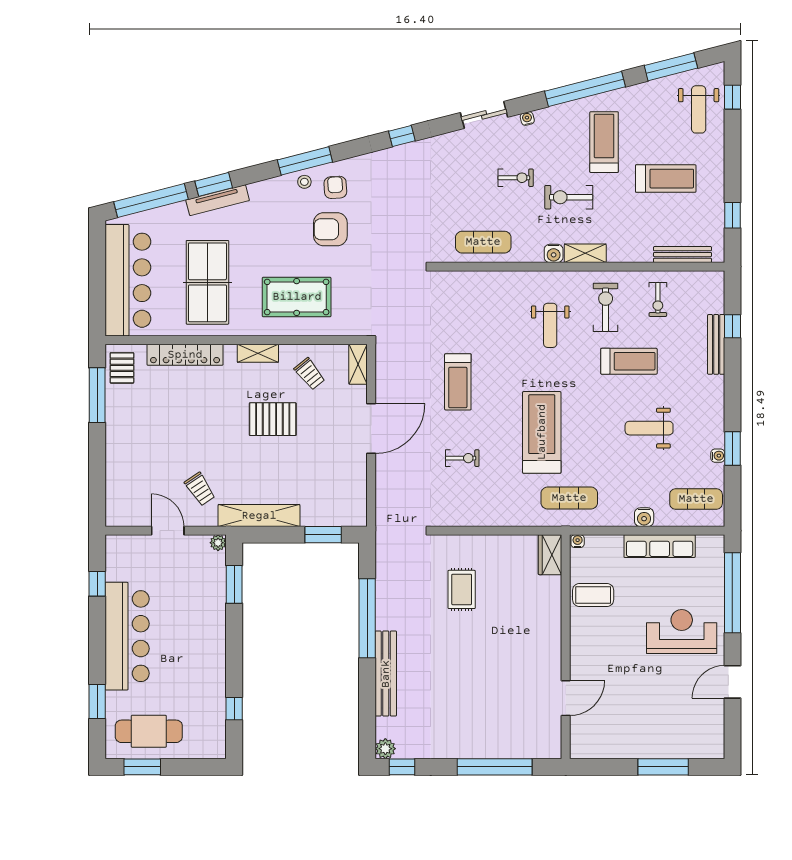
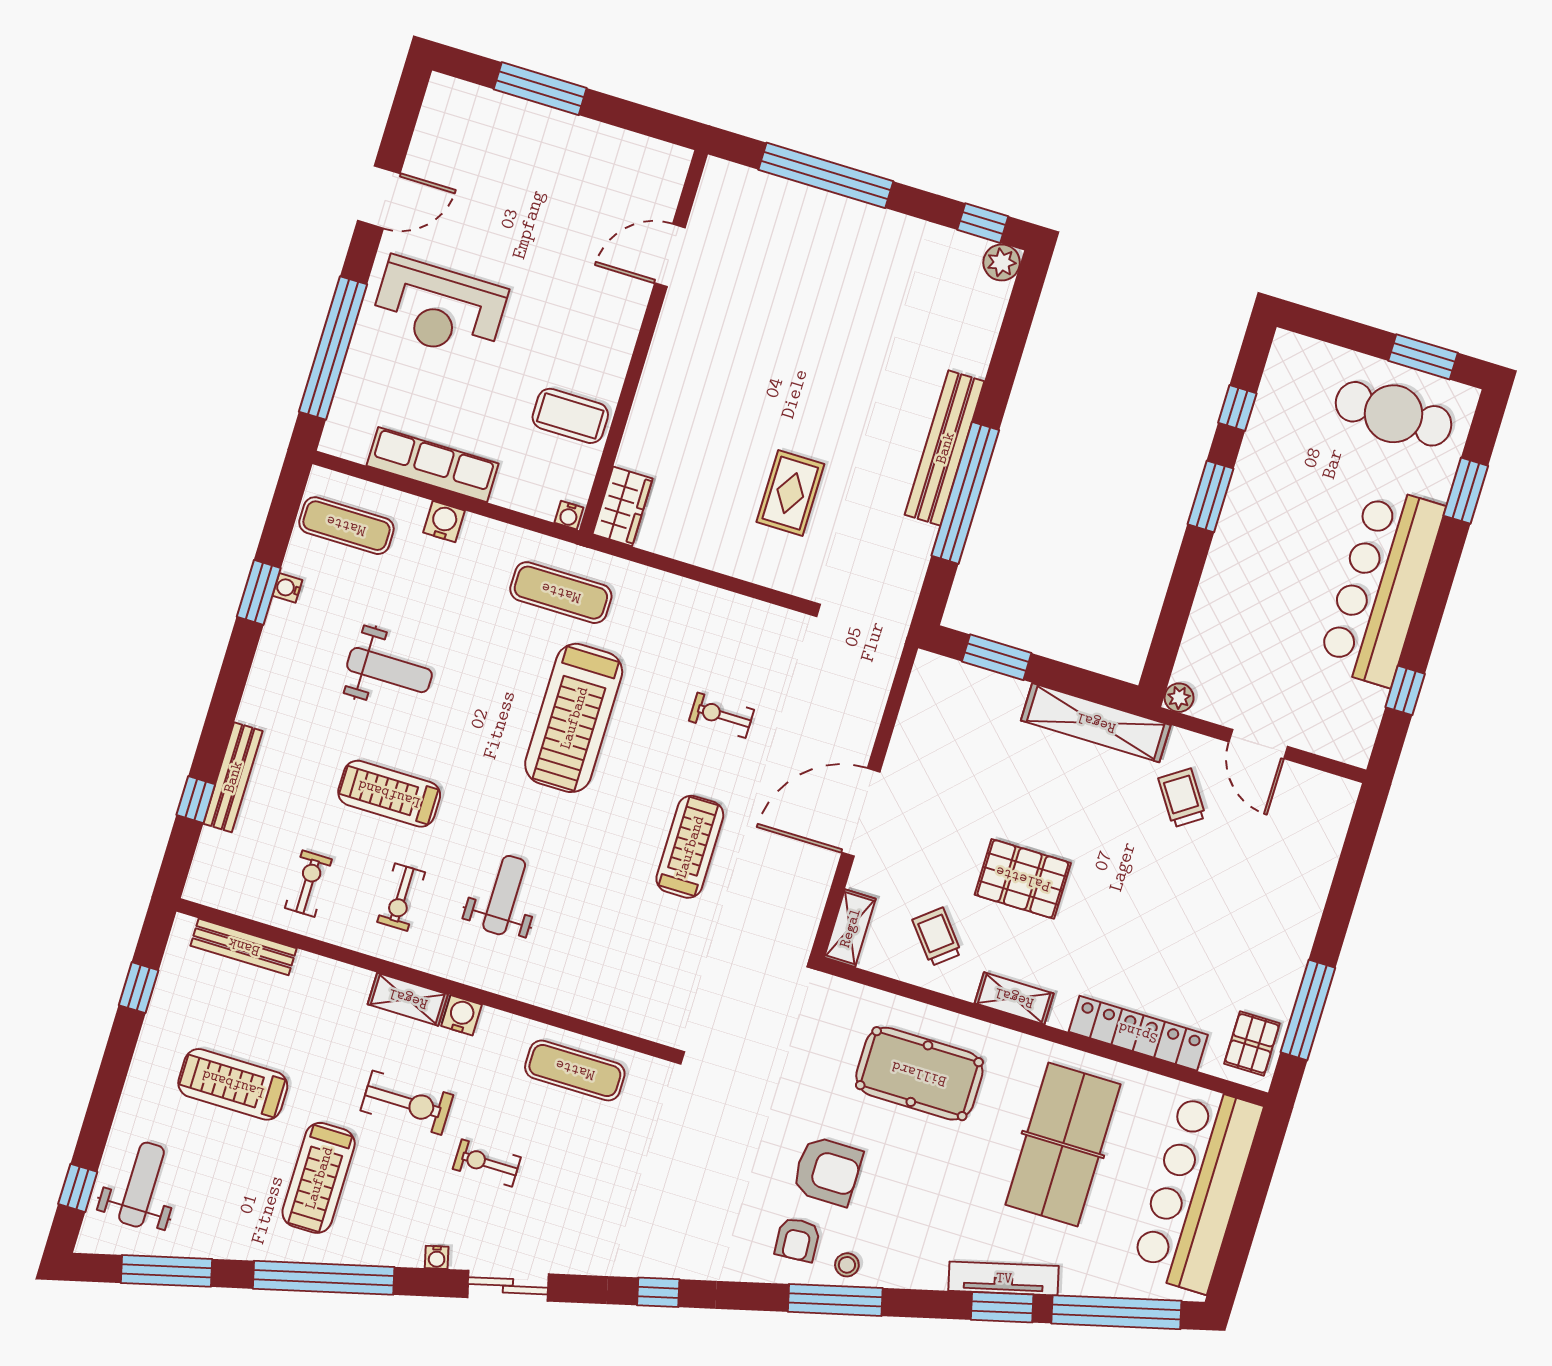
exercise bike: (606, 307) -> (401, 897), width x0.73, depth x0.72
window: (234, 584) -> (1210, 496), moved
bench: (386, 674) -> (945, 448), moved

